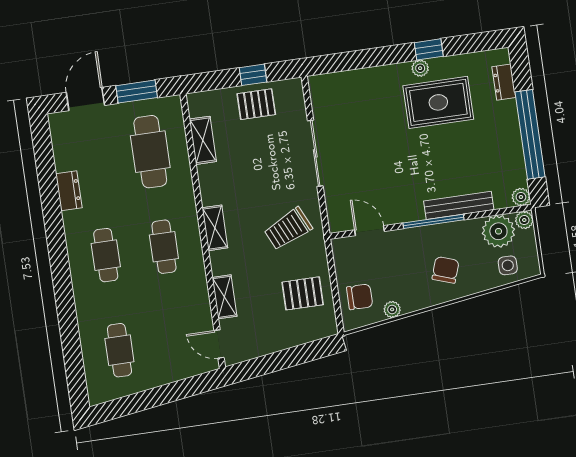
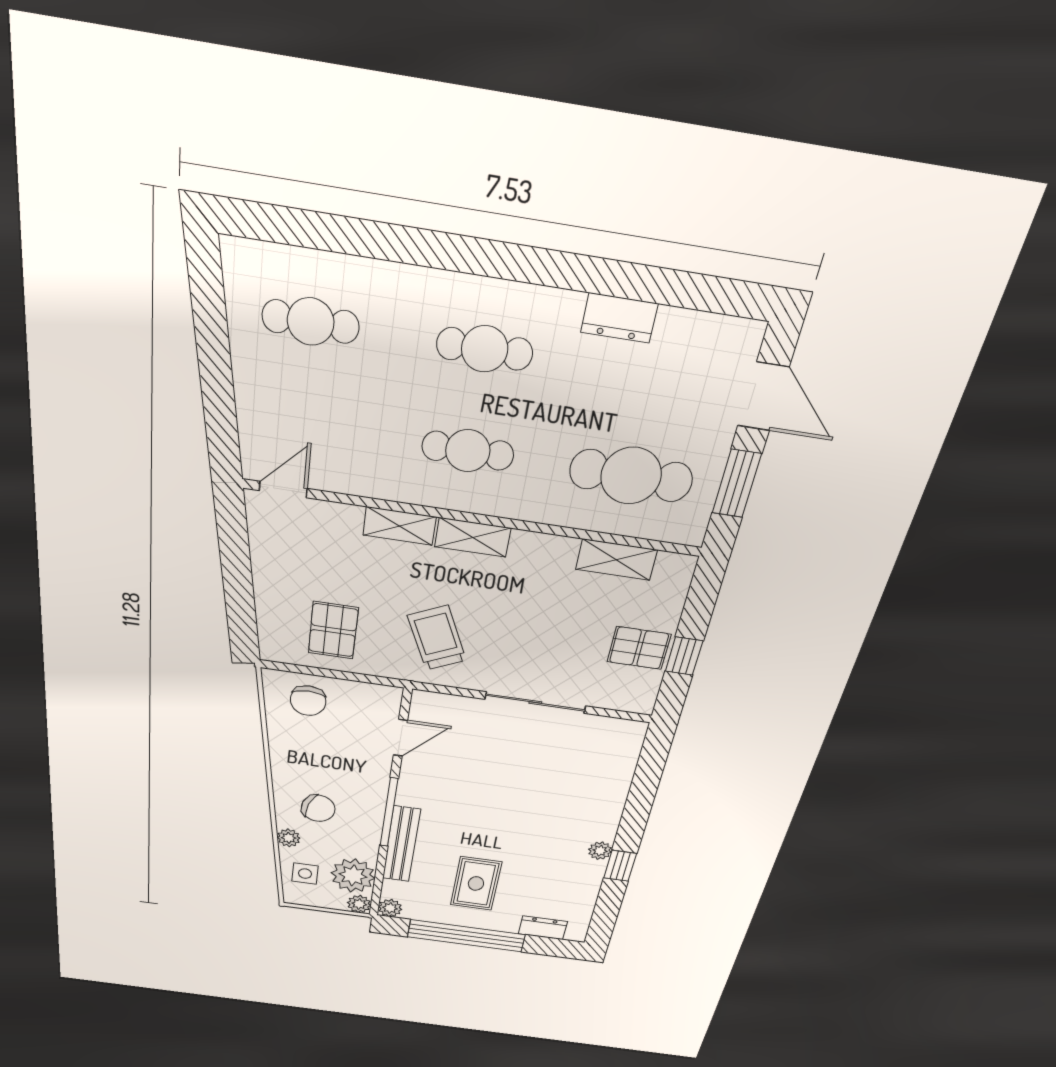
rug: (438, 102) -> (476, 883), moved, width x0.73, depth x0.70
pallet: (256, 104) -> (639, 648), turned 90
shelving: (225, 297) -> (399, 526), moved
plant: (392, 309) -> (289, 838), moved

